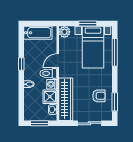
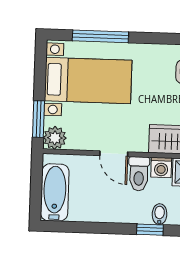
window: (88, 24) -> (39, 119), moved
window: (21, 64) -> (150, 230), moved

